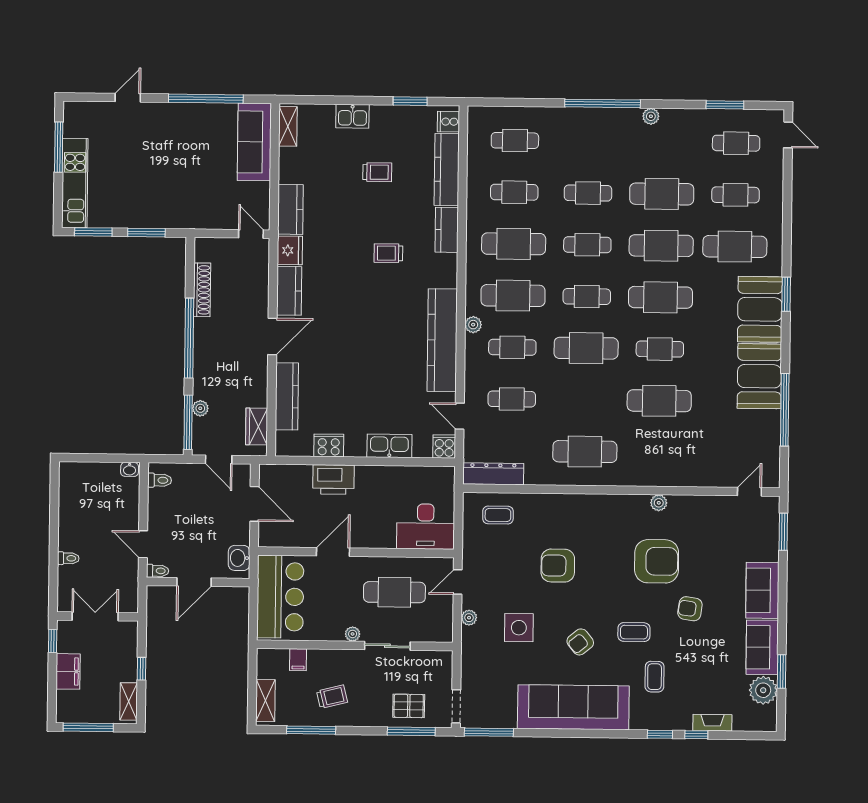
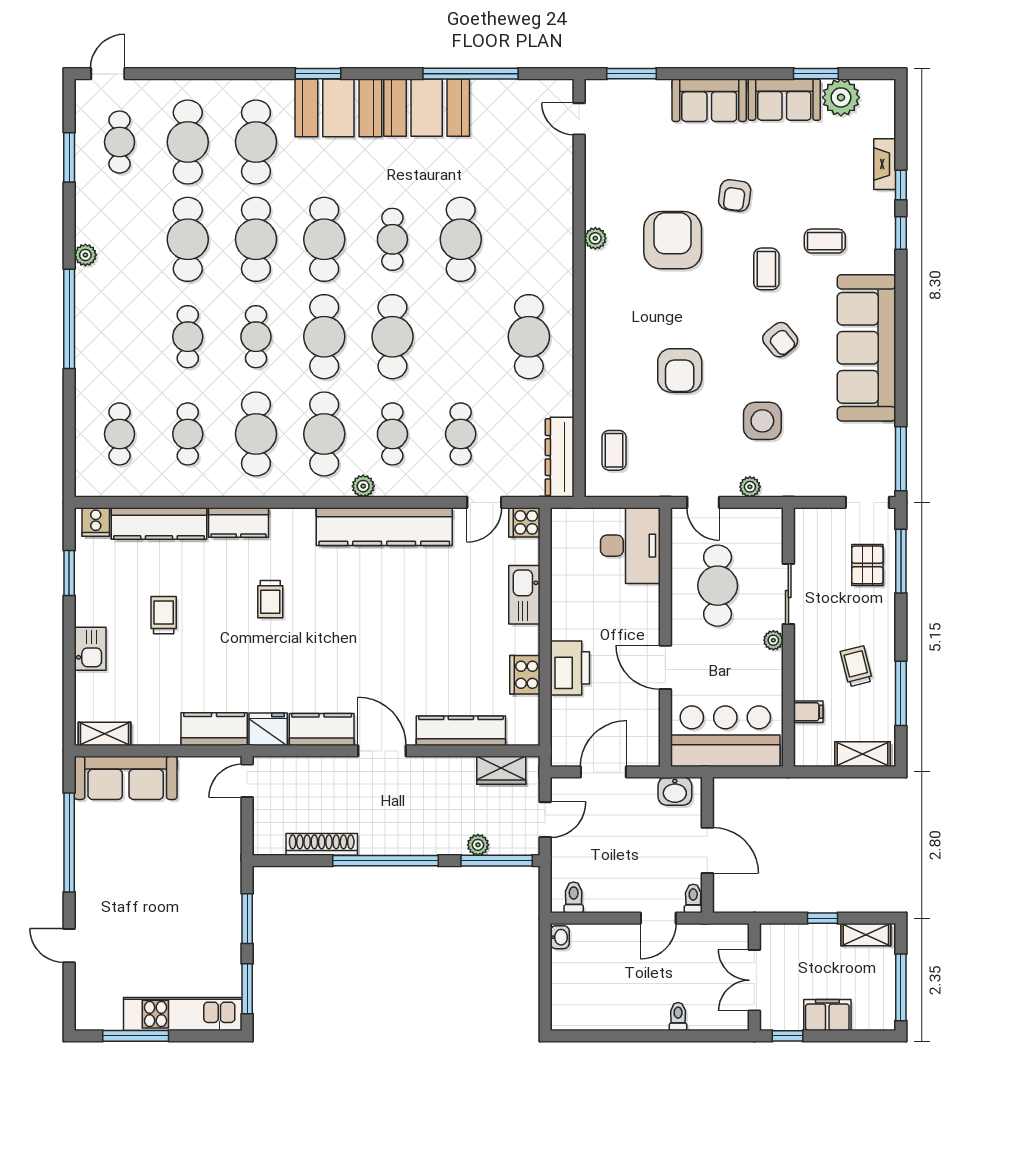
cafe table: (735, 195) -> (188, 142), width x1.37, depth x1.35
cafe table: (587, 296) -> (324, 337), width x1.37, depth x1.35

